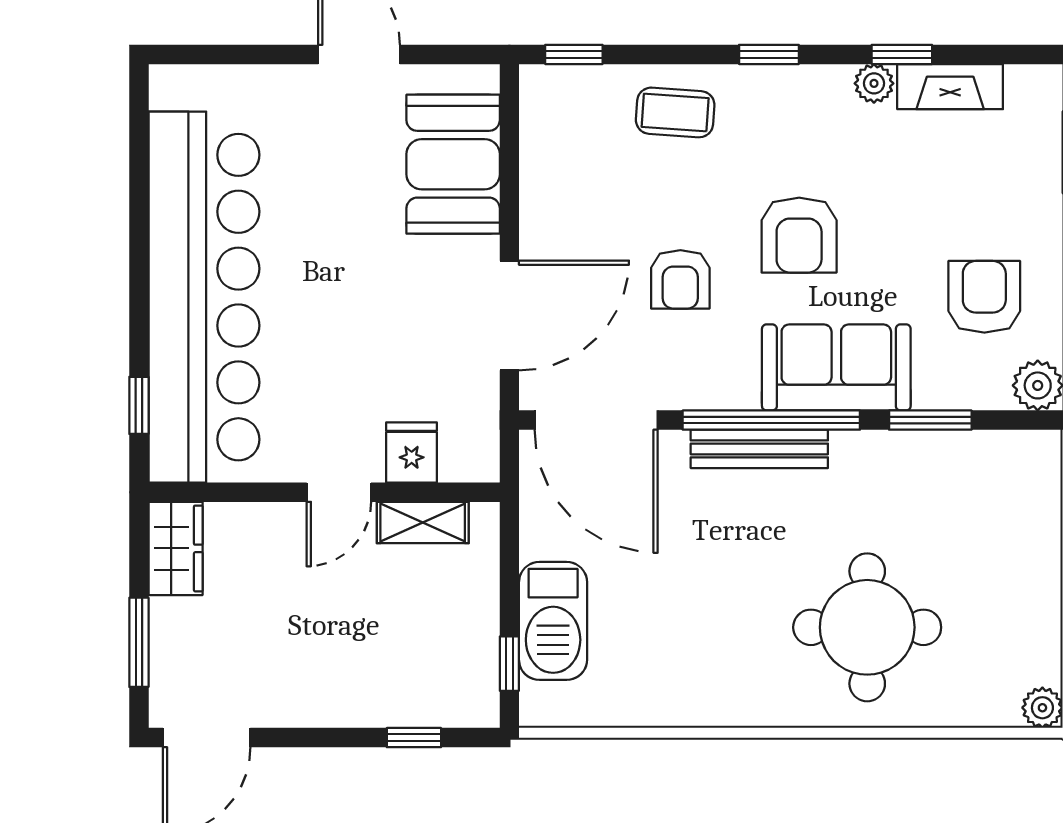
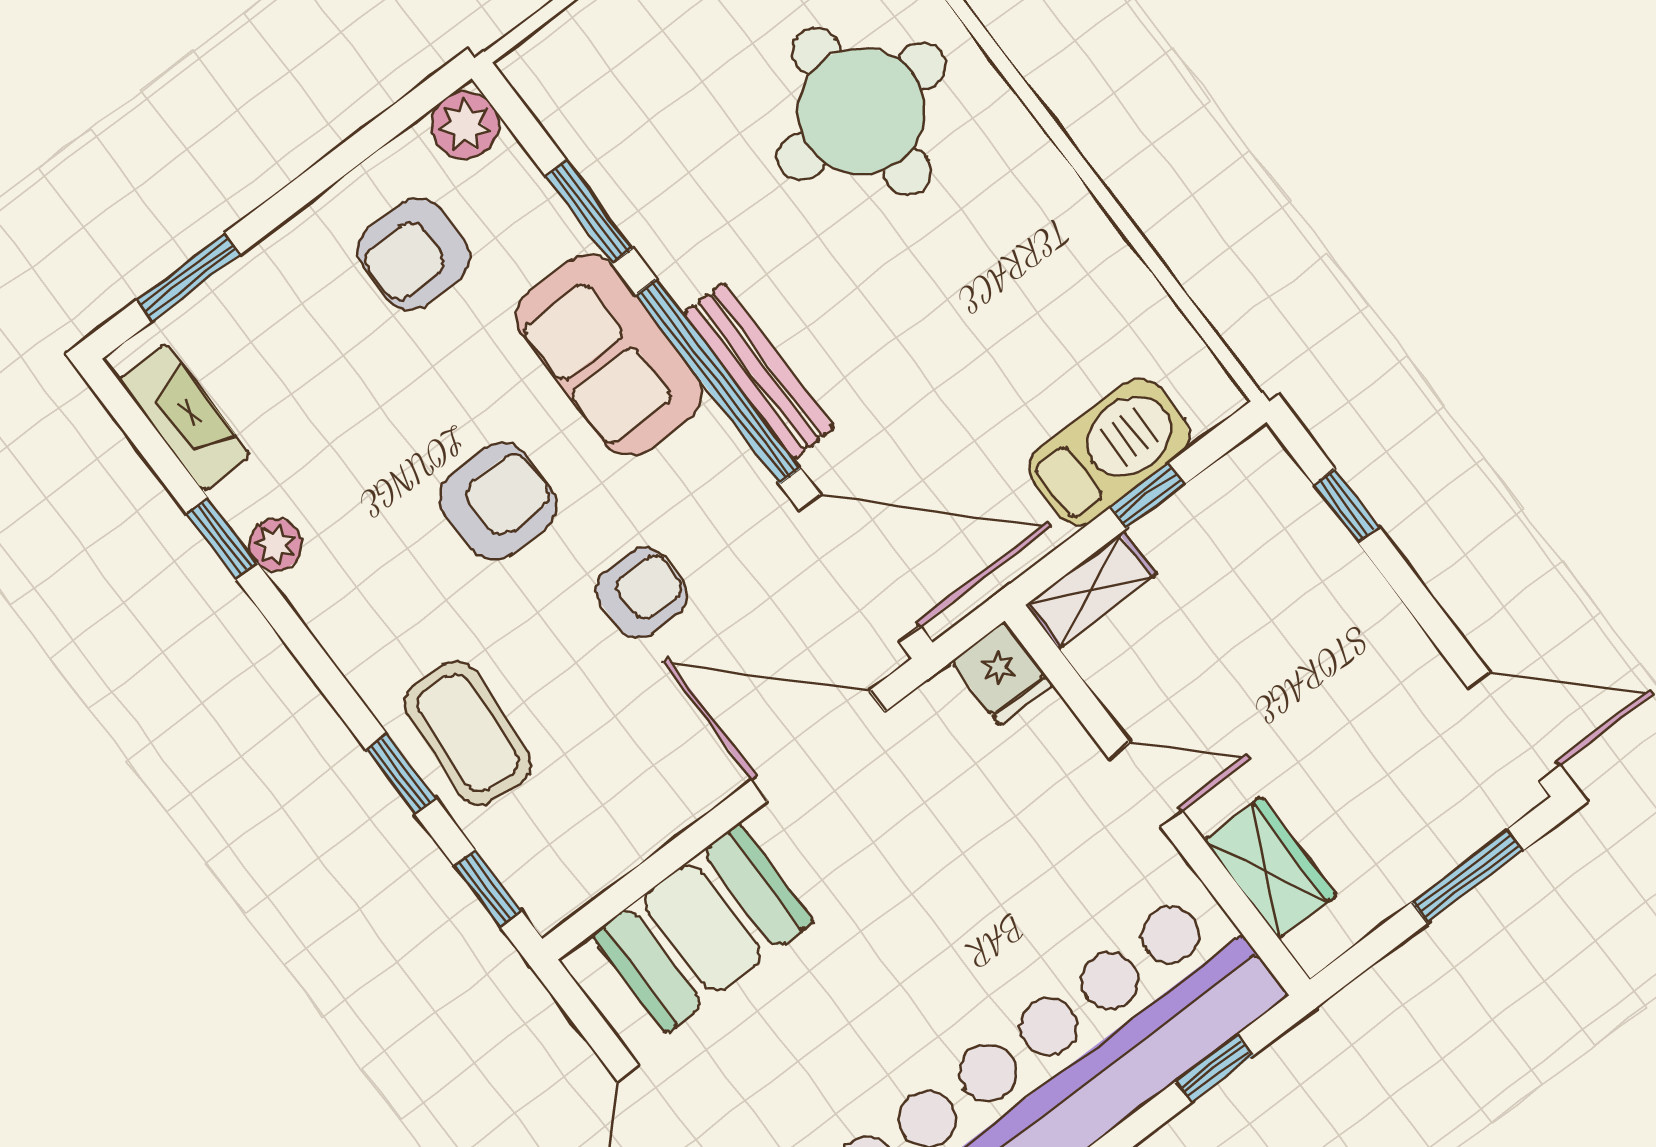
window: (769, 54) -> (401, 774), moved
fireplace: (950, 87) -> (184, 417), moved
coffee table: (675, 112) -> (468, 733), width x1.36, depth x1.30
door: (596, 420) -> (860, 568), hinge flipped
fridge: (412, 452) -> (1002, 673), moved, turned -90
shelving: (423, 523) -> (1091, 590), moved, turned 90
wardrobe: (176, 548) -> (1270, 868), moved, turned 90
window: (509, 664) -> (1148, 496), moved

